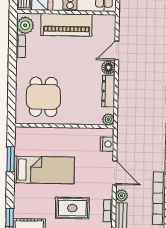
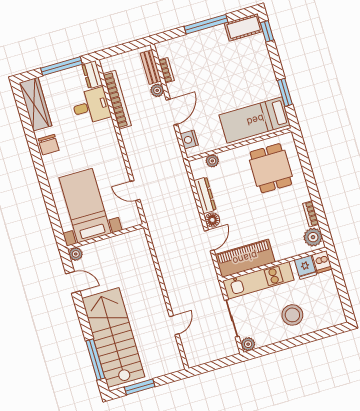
piano: (66, 25) -> (245, 258), moved
plant: (108, 119) -> (212, 161), moved
bed: (44, 170) -> (255, 120), moved
door: (115, 173) -> (172, 112), swing flipped
rug: (72, 208) -> (205, 61), removed

